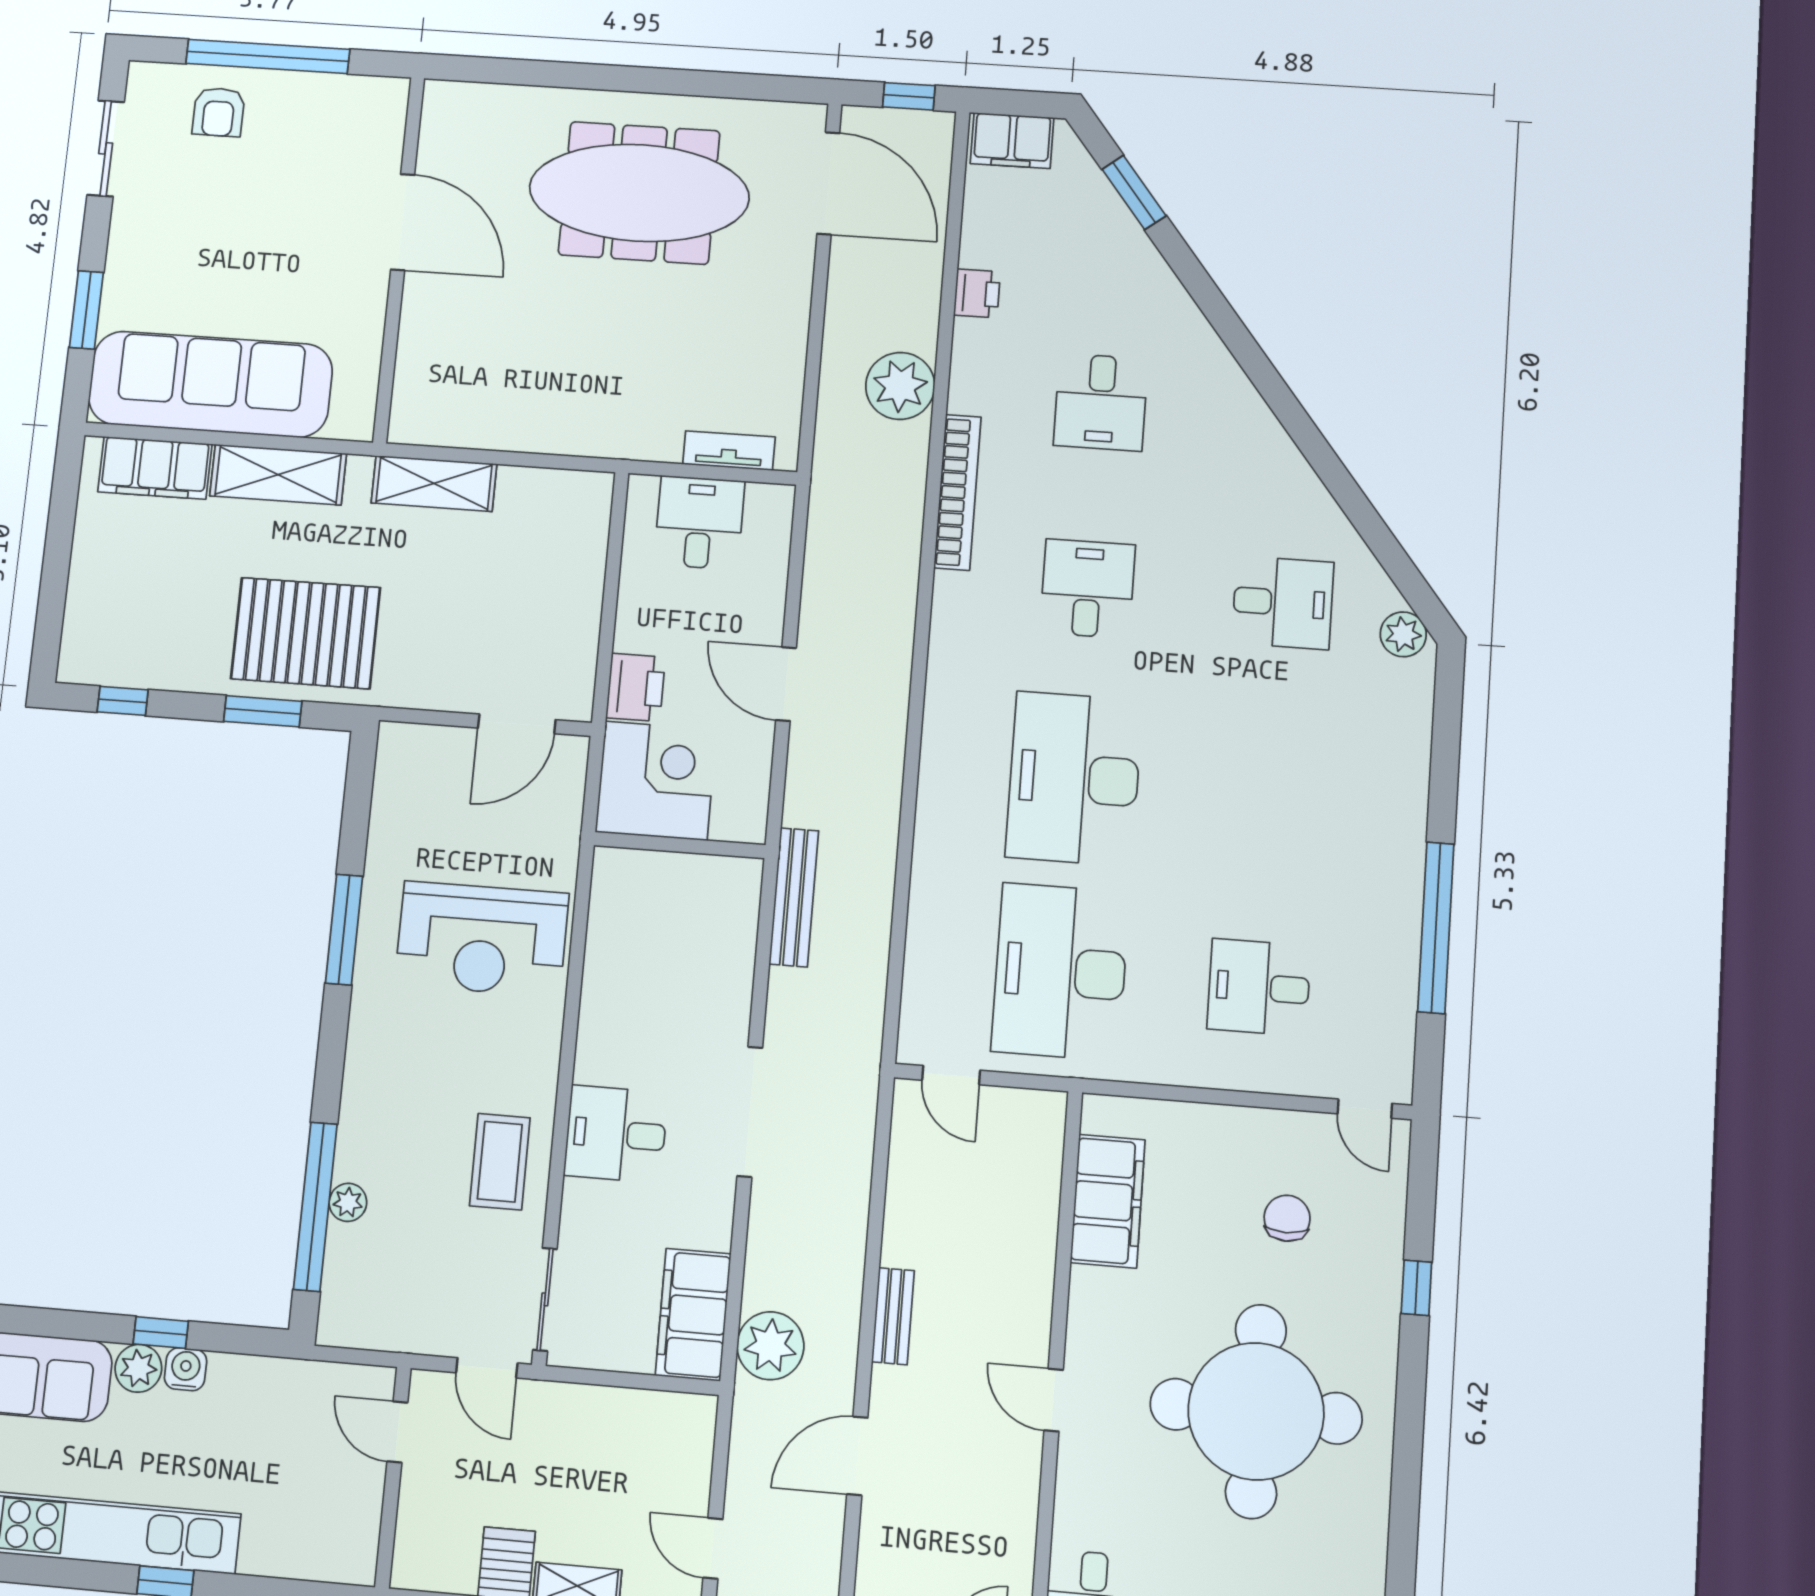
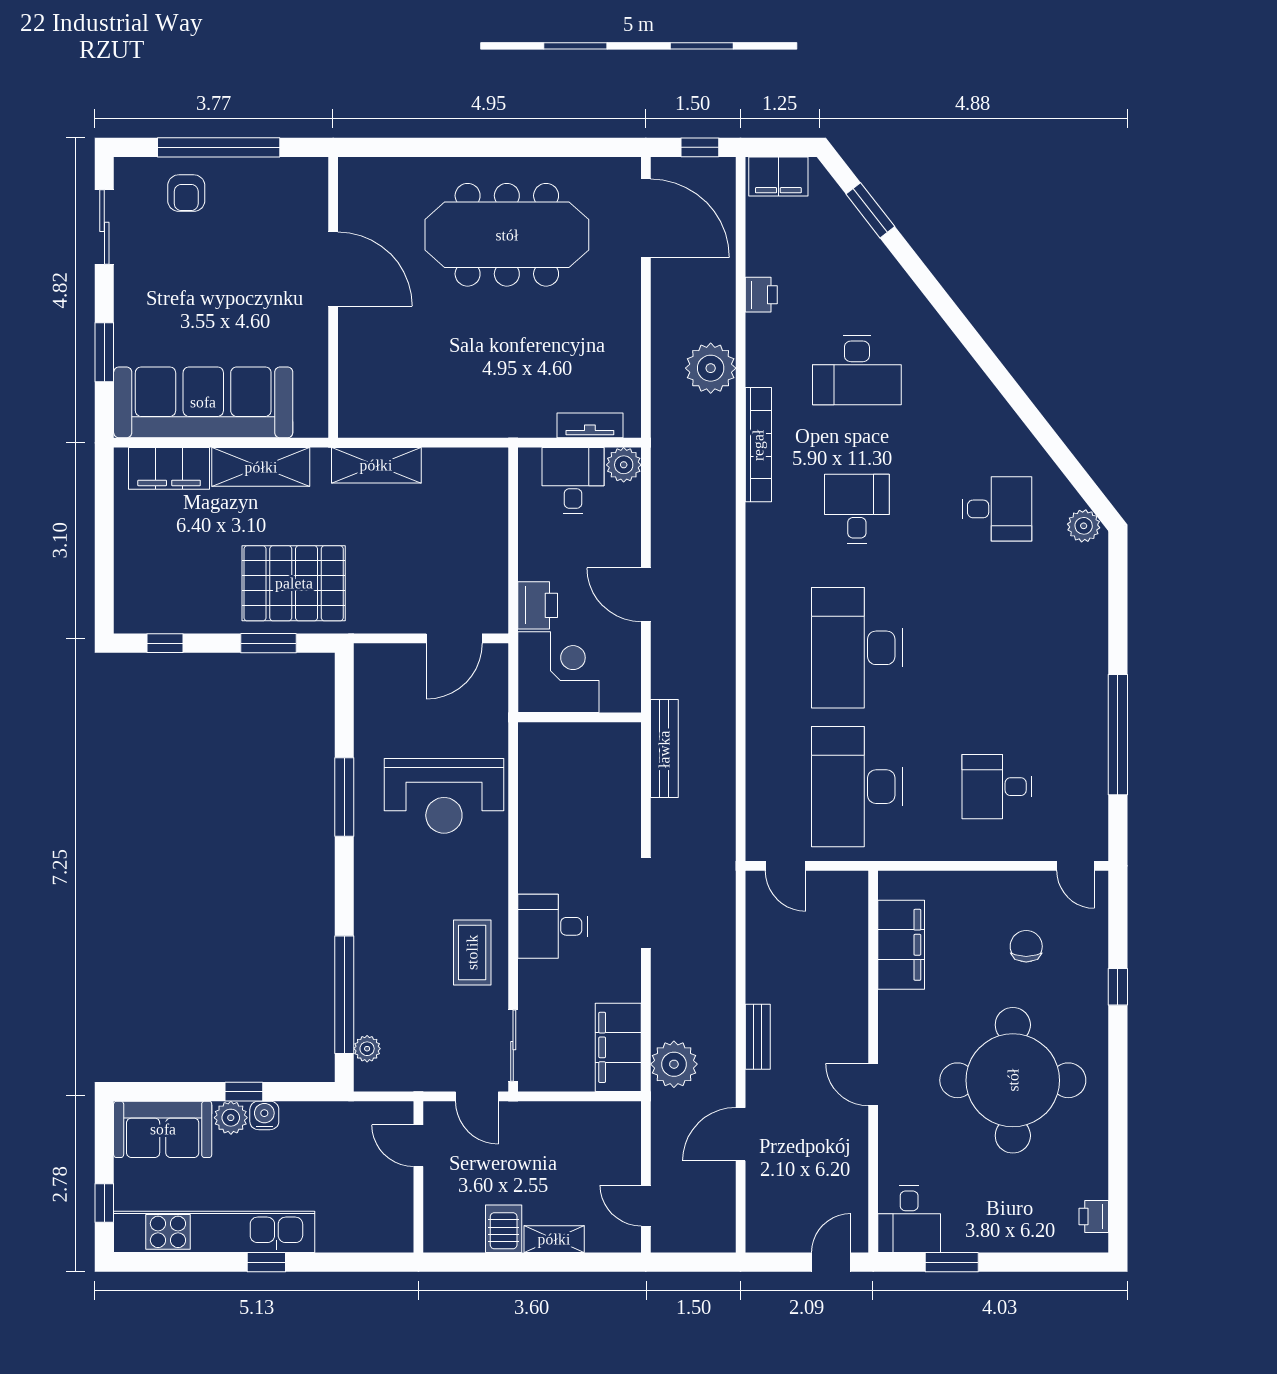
desk: (1101, 402) -> (857, 370), width x1.37
plant: (770, 506) -> (624, 465), added
plant: (348, 1202) -> (367, 1049), moved

